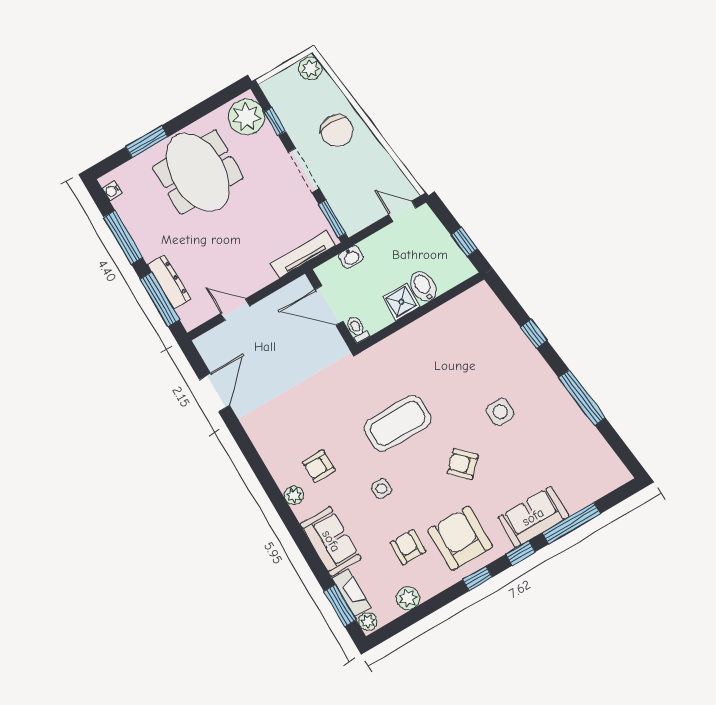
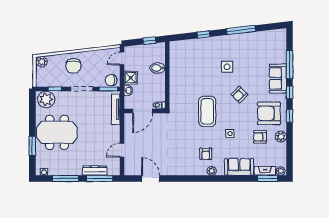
chair: (337, 131) -> (73, 66), turned 90
chair: (351, 215) -> (111, 80), added
shower: (401, 302) -> (131, 78), moved
plant: (408, 598) -> (281, 137), moved

